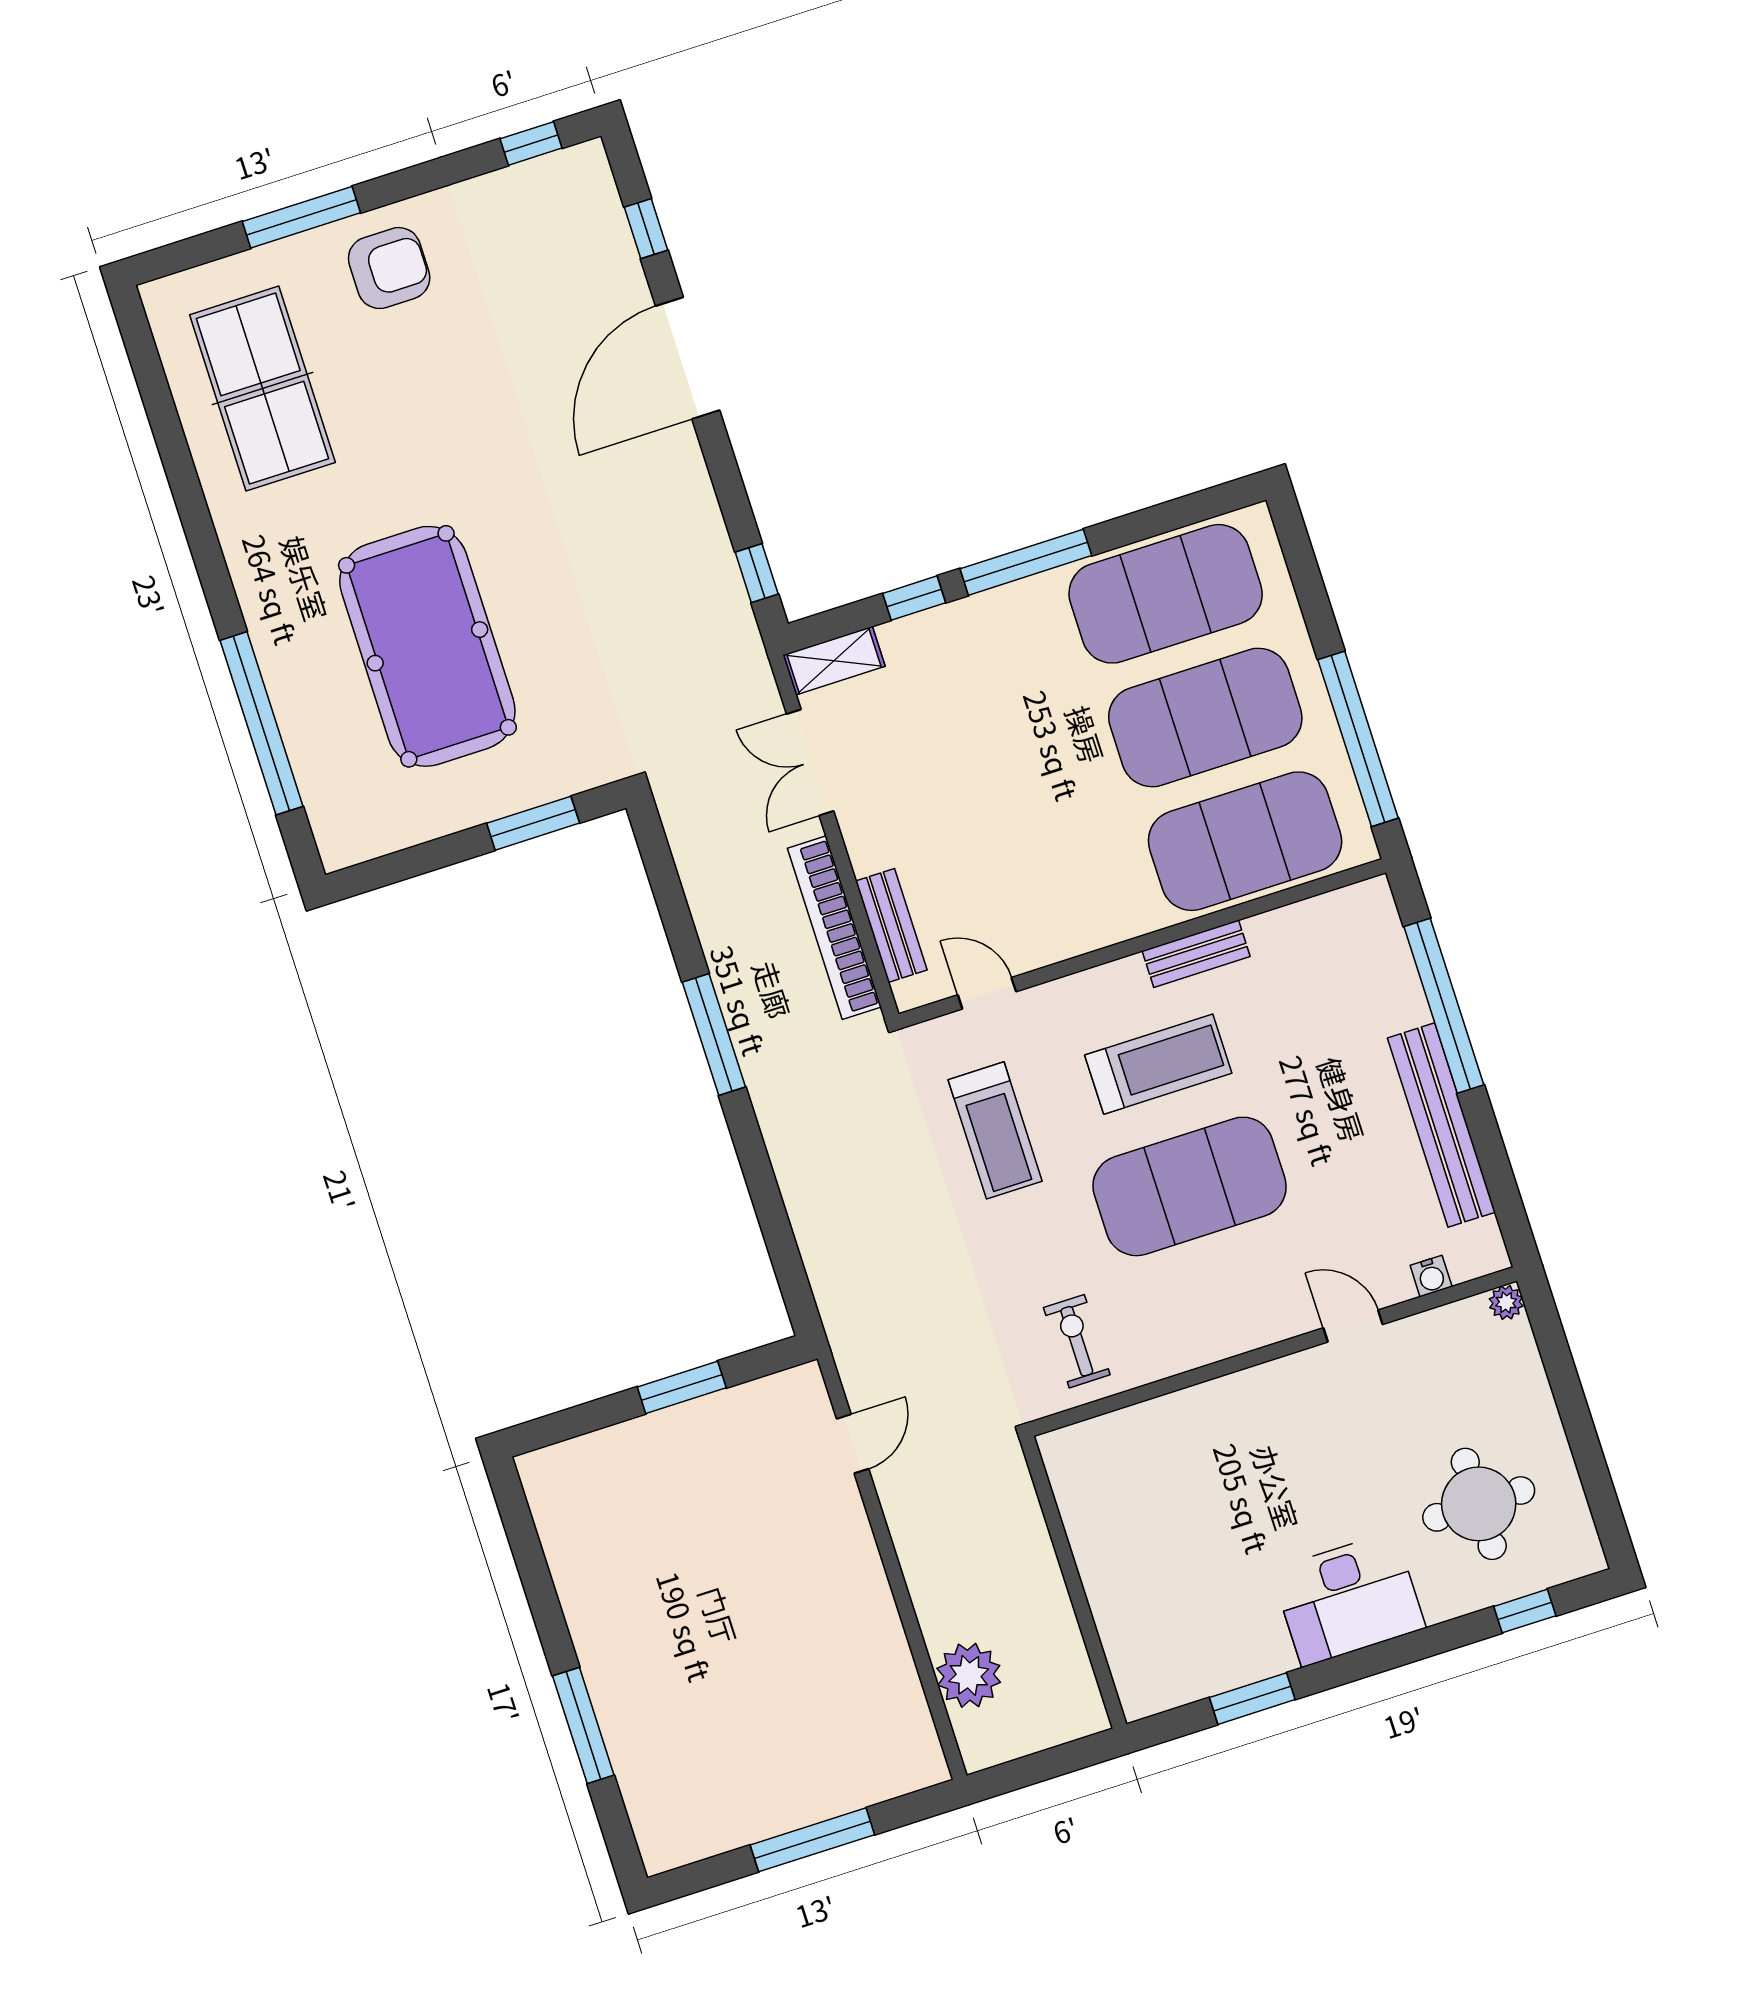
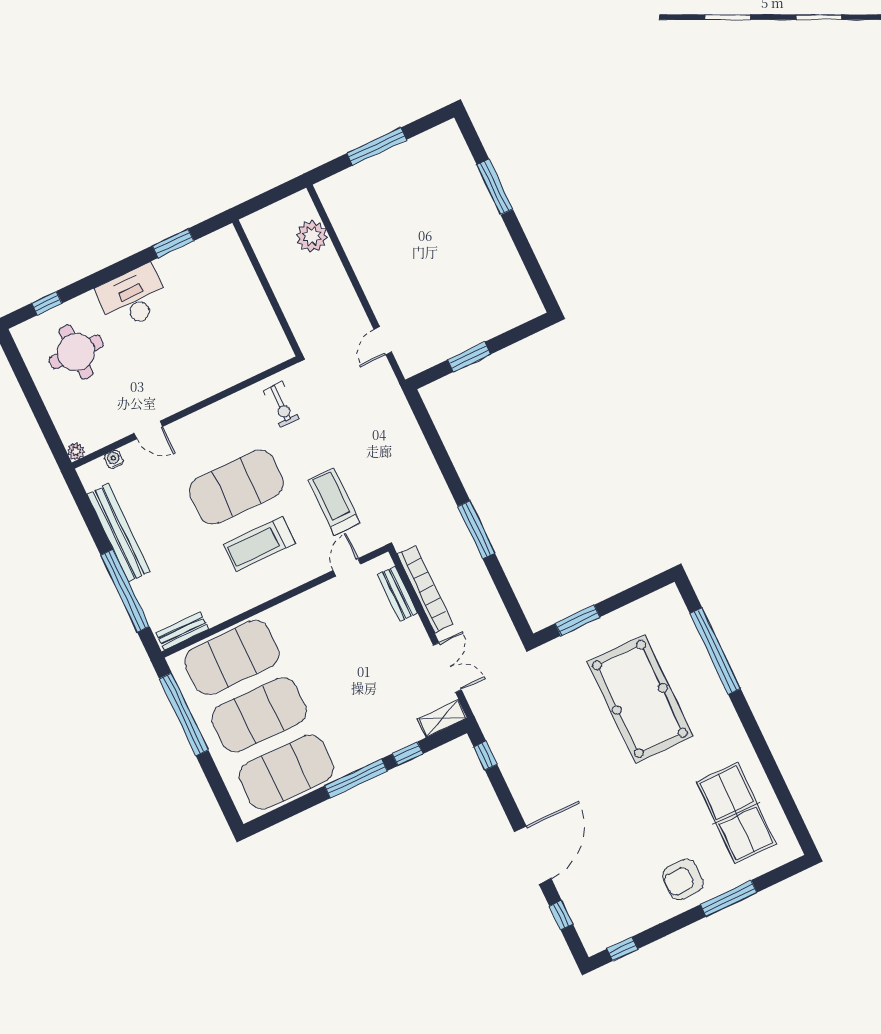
bench: (1196, 954) -> (182, 631), moved
door: (987, 993) -> (347, 567), swing flipped

